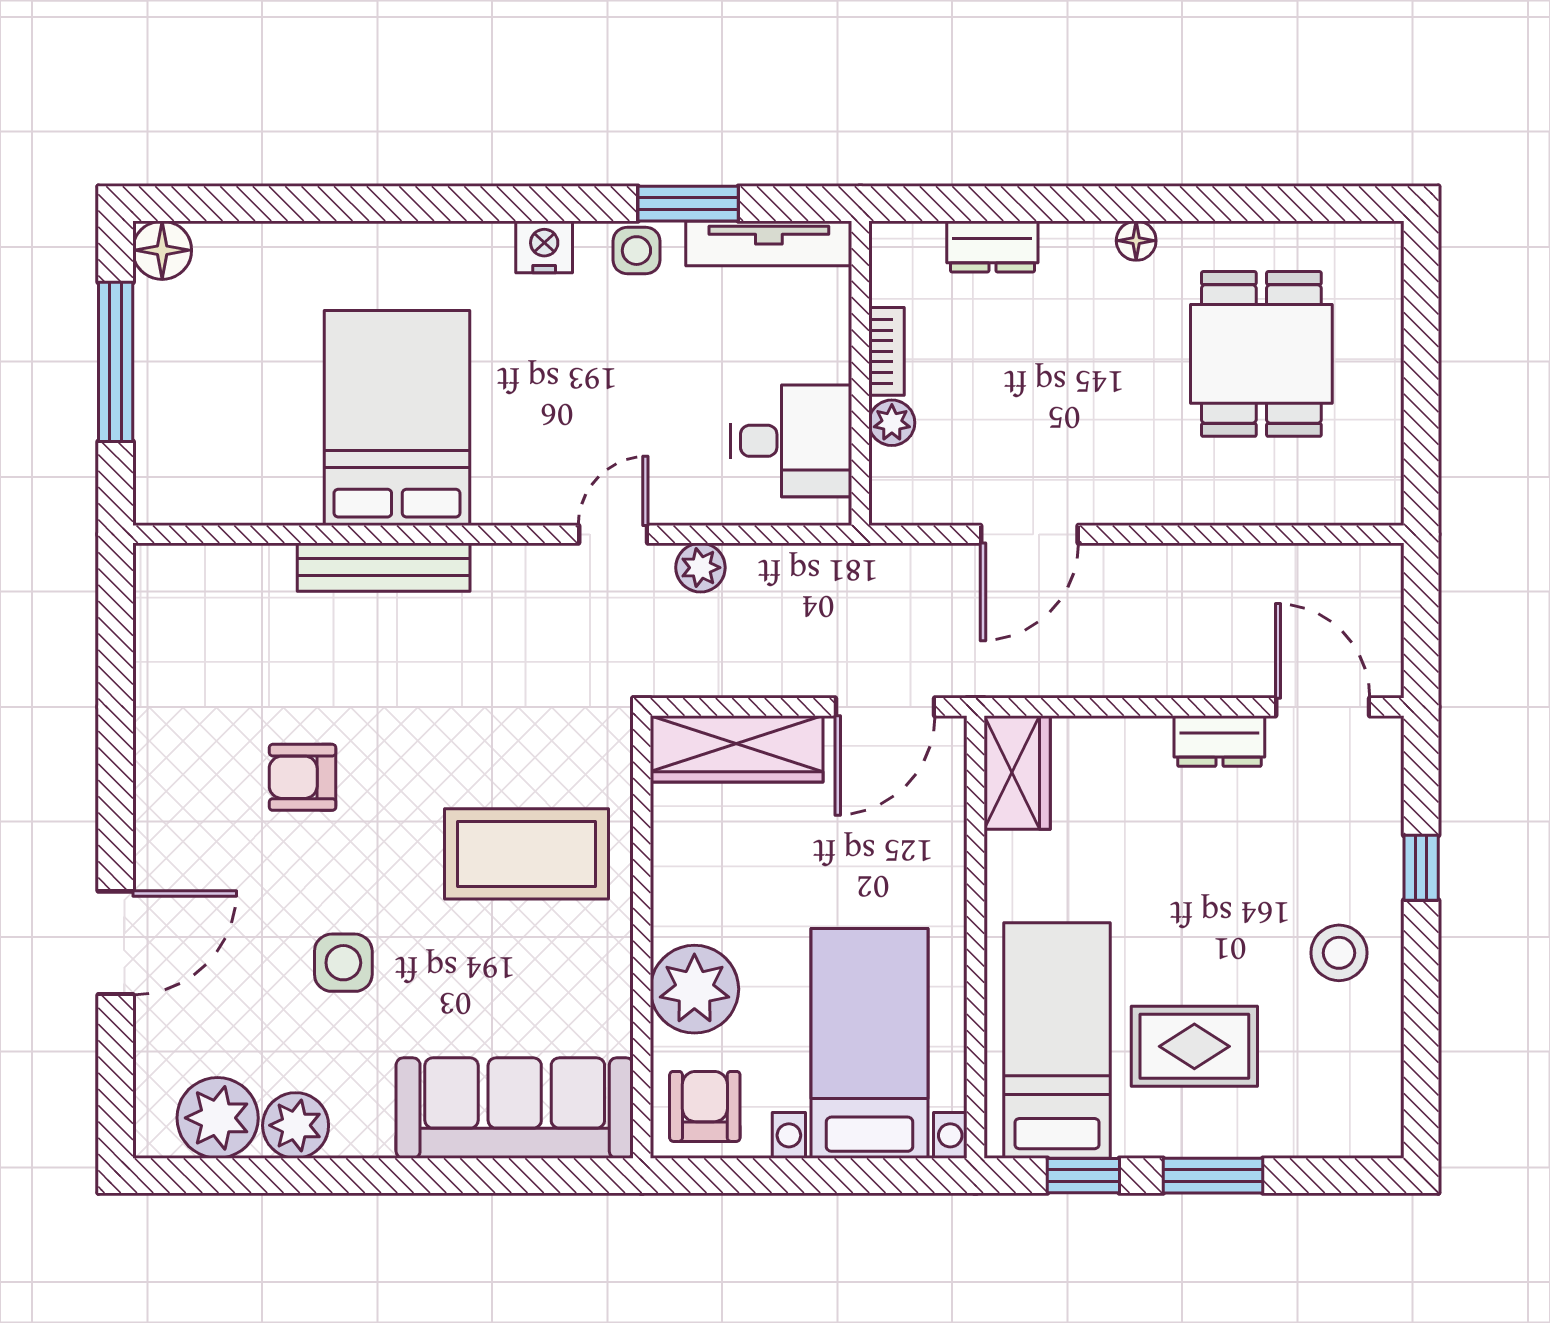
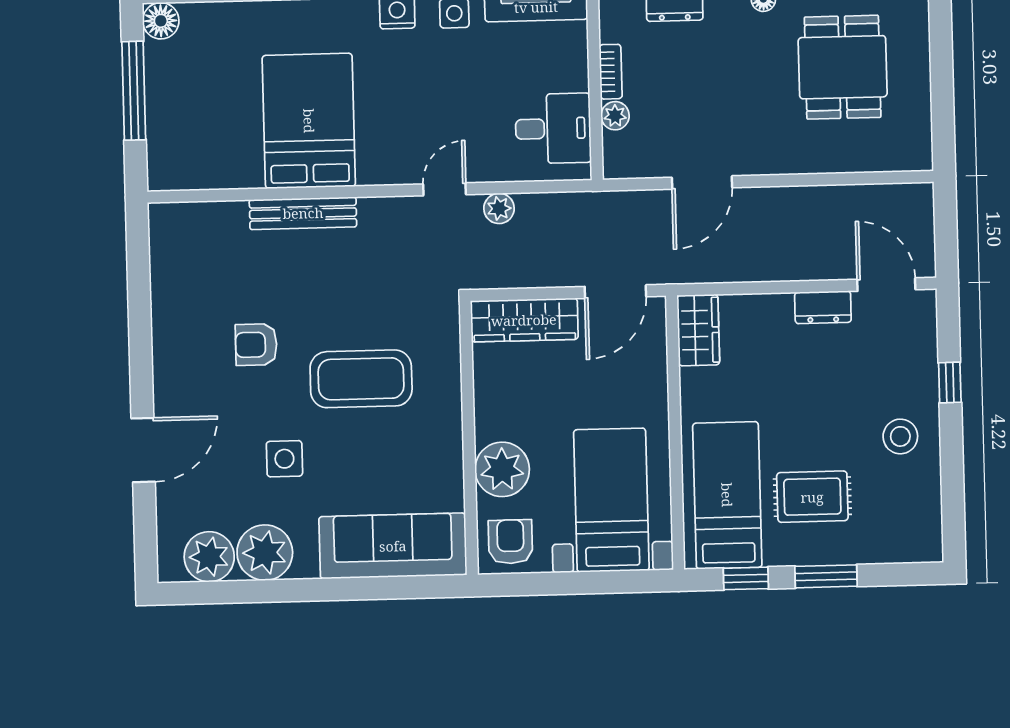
coffee table: (527, 854) -> (361, 379), moved
plant: (296, 1125) -> (265, 553), width x1.36, depth x1.36

